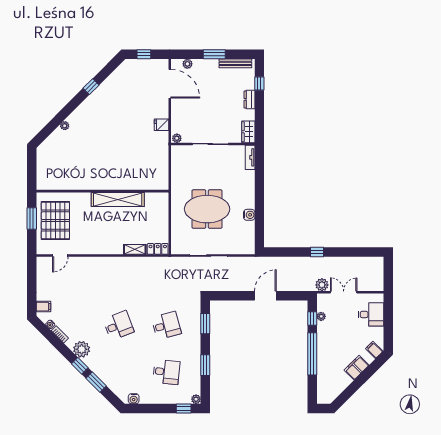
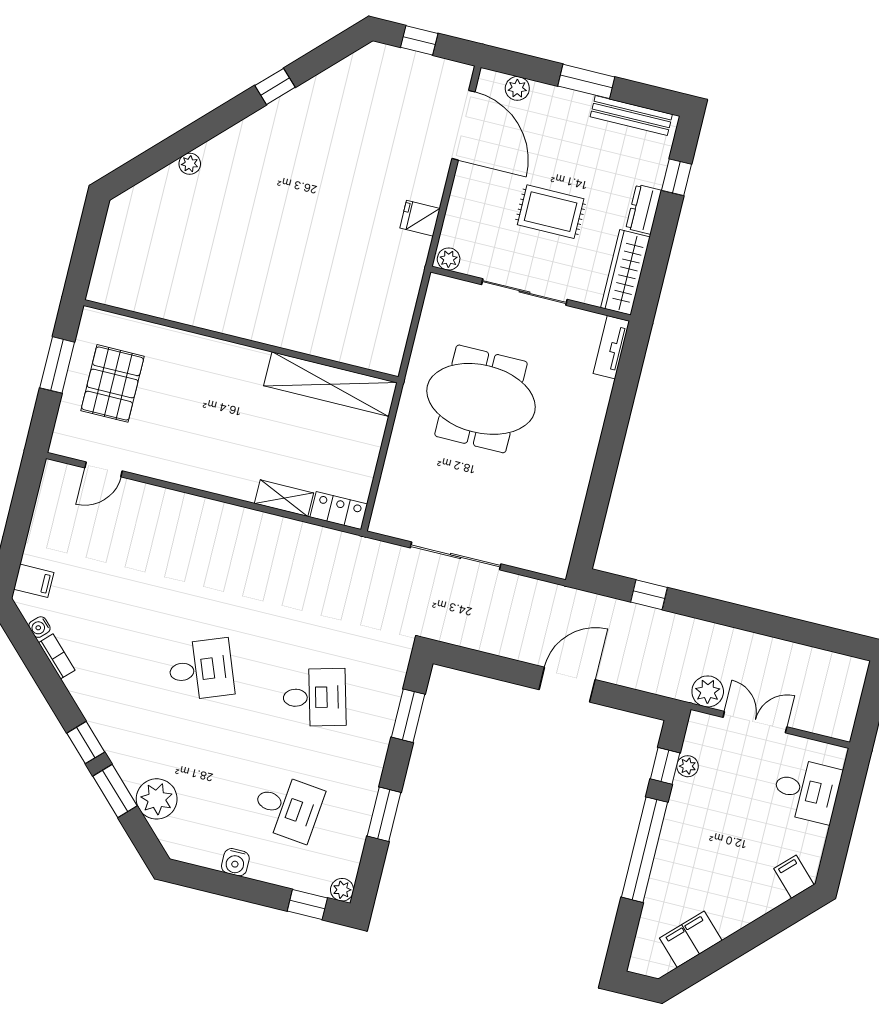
rug: (213, 110) -> (551, 212), added
wardrobe: (248, 132) -> (625, 272), width x1.50
shelving: (118, 199) -> (331, 384), moved
meeting table: (207, 209) -> (481, 399), moved
water cooler: (249, 215) -> (576, 483), removed
pallet: (55, 221) -> (113, 383), width x0.73, depth x0.71
window: (317, 252) -> (649, 595), moved
plant: (82, 349) -> (157, 799), moved
filing cabinet: (357, 368) -> (691, 939), moved
water cooler: (134, 399) -> (235, 862), moved

